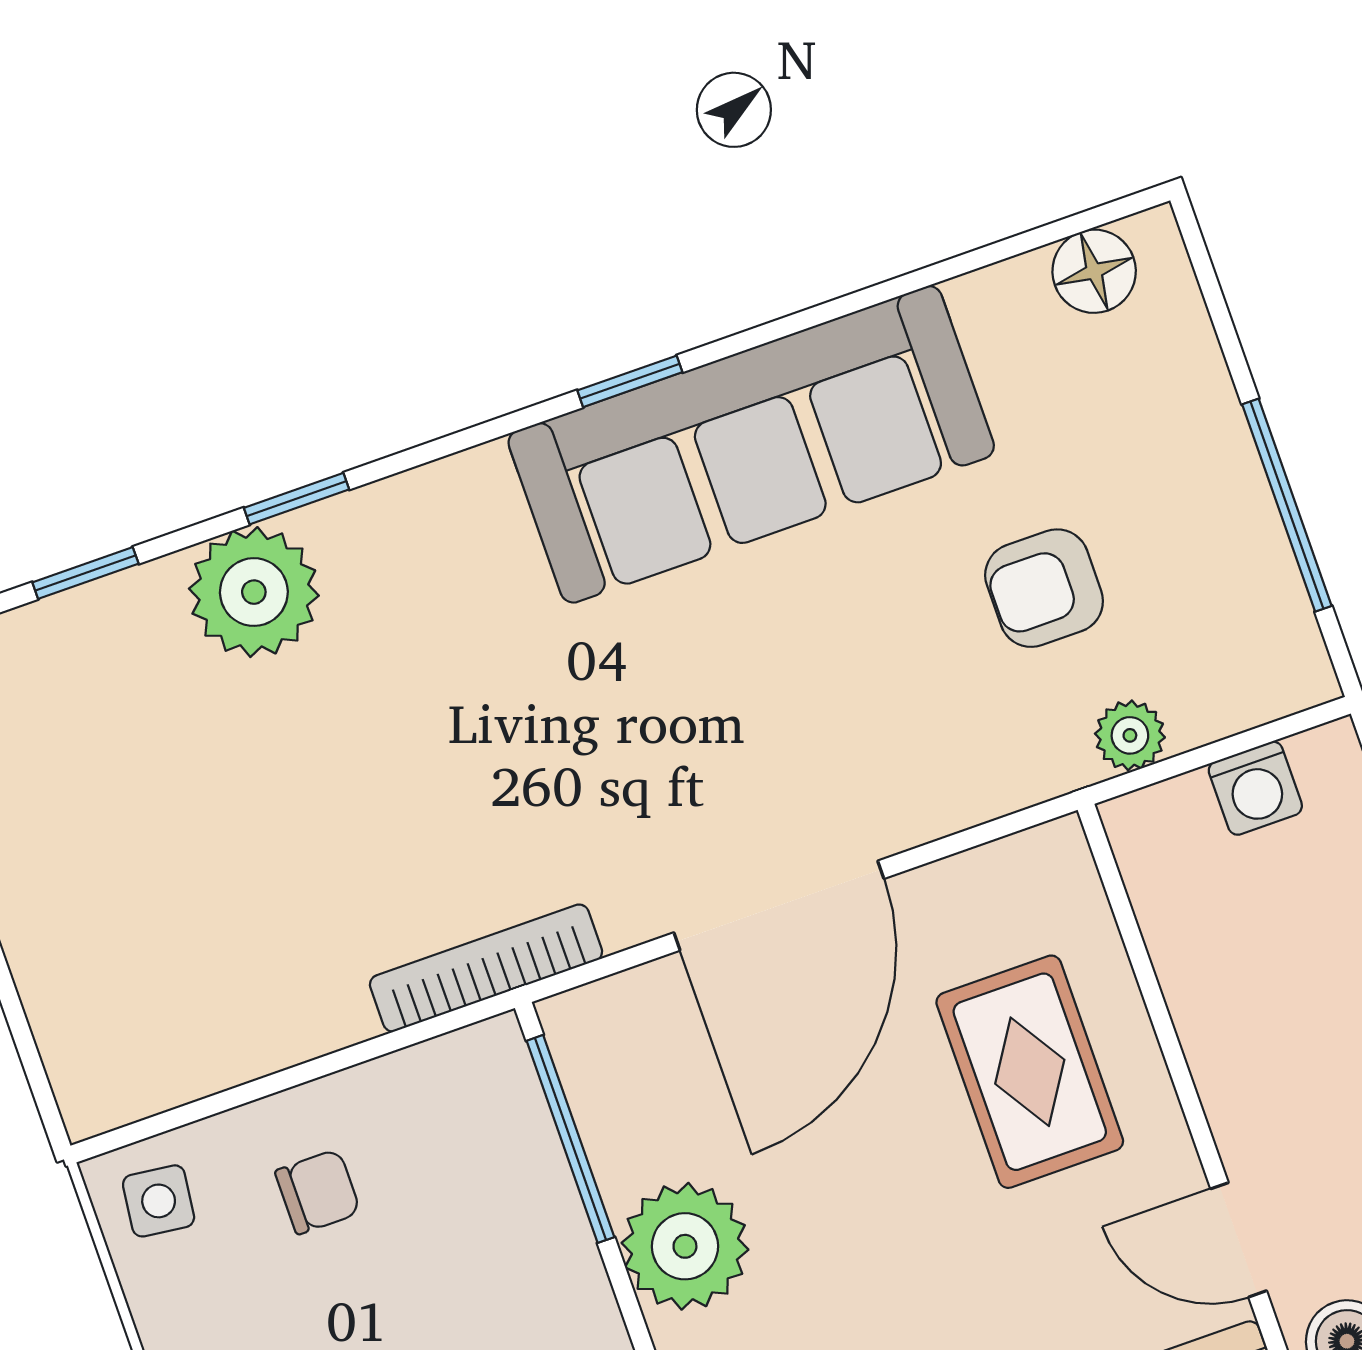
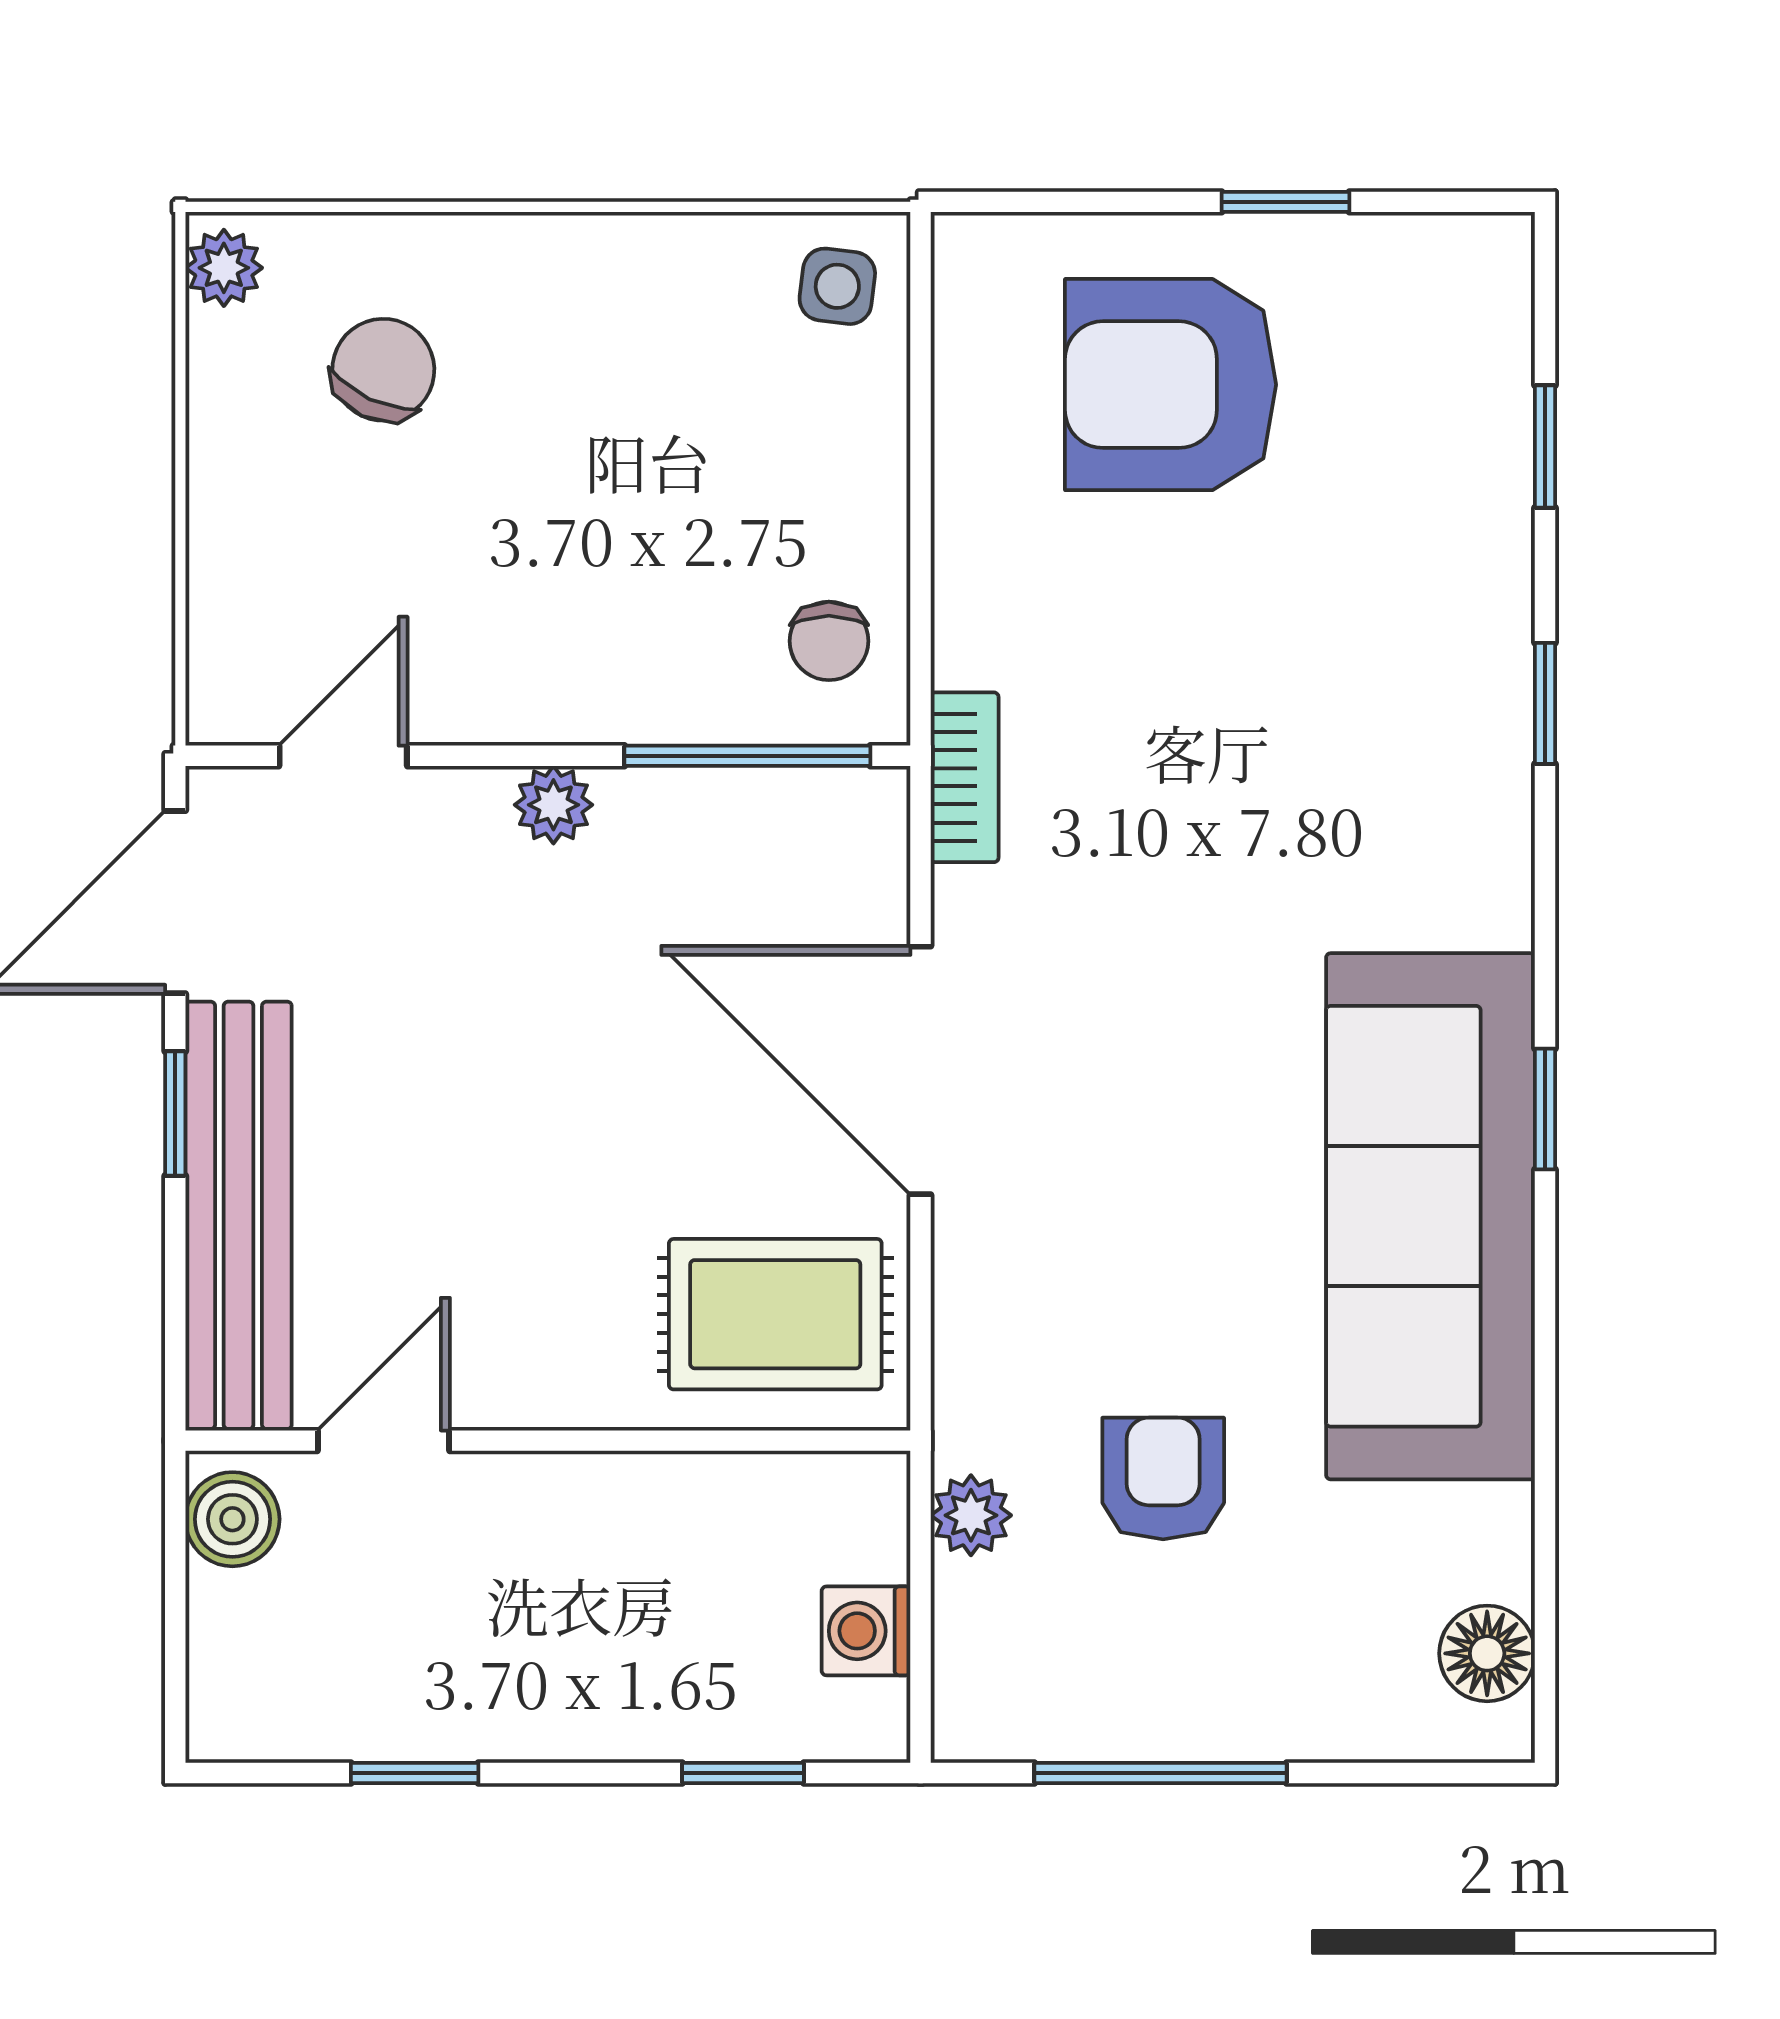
plant: (254, 592) -> (1460, 622), removed
armchair: (143, 899) -> (1170, 385), added
bookcase: (486, 968) -> (965, 777), width x0.64
rug: (1030, 1072) -> (775, 1314), moved
chair: (318, 1192) -> (829, 641), moved
plant: (685, 1246) -> (553, 805), width x0.53, depth x0.53

